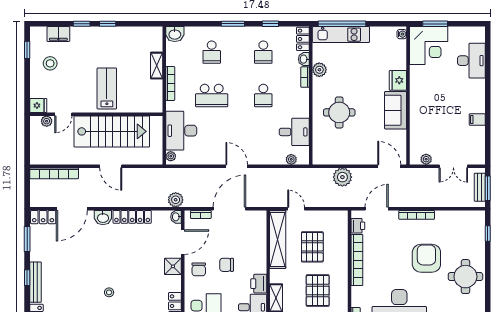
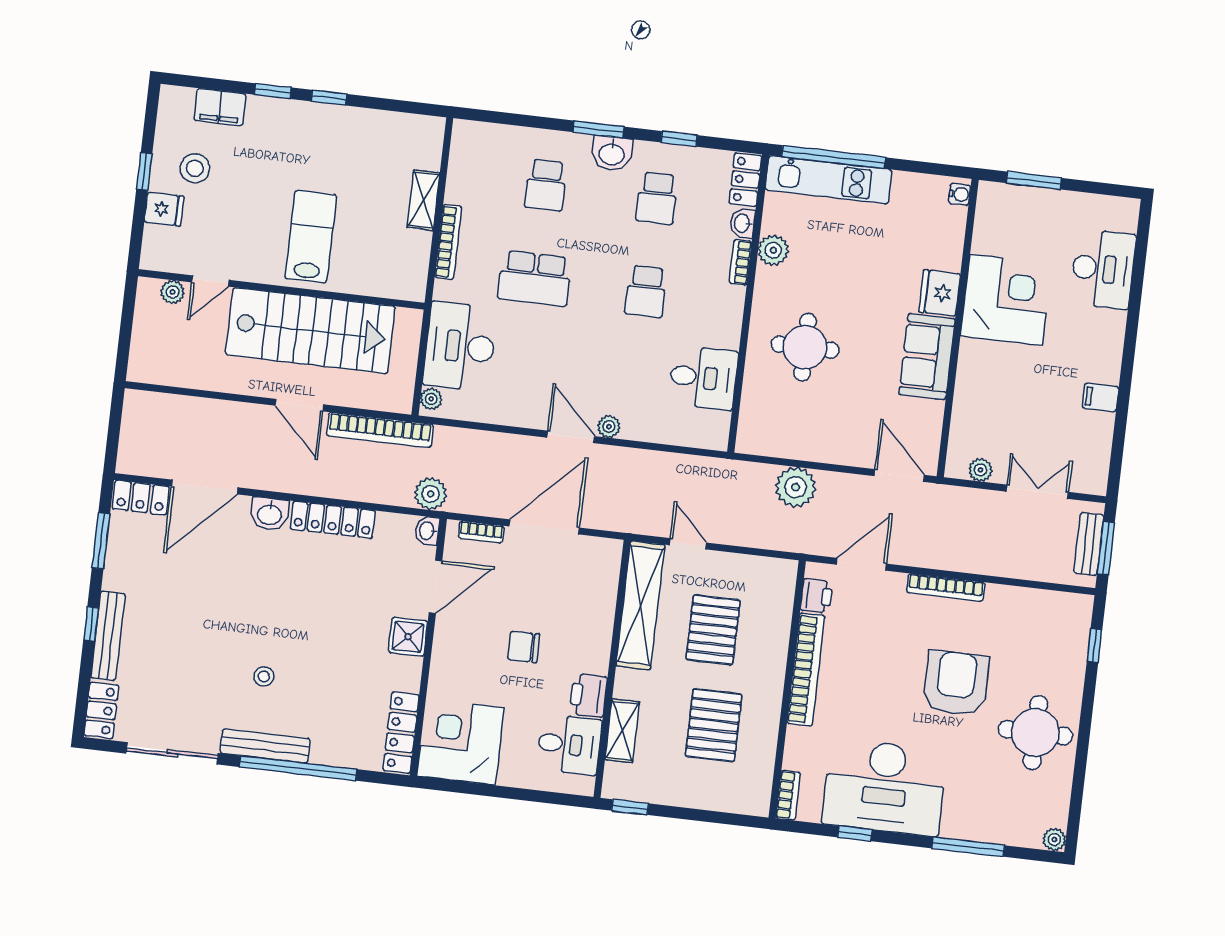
washbasin: (175, 34) -> (612, 153), moved
corner desk: (429, 45) -> (1006, 300), moved, turned -90
window: (27, 50) -> (144, 171), moved
fridge: (38, 106) -> (164, 209), moved
plant: (291, 159) -> (609, 427), moved
double door: (453, 166) -> (1037, 492), swing flipped
bookcase: (54, 173) -> (380, 430), moved
chair: (199, 269) -> (463, 650), removed

